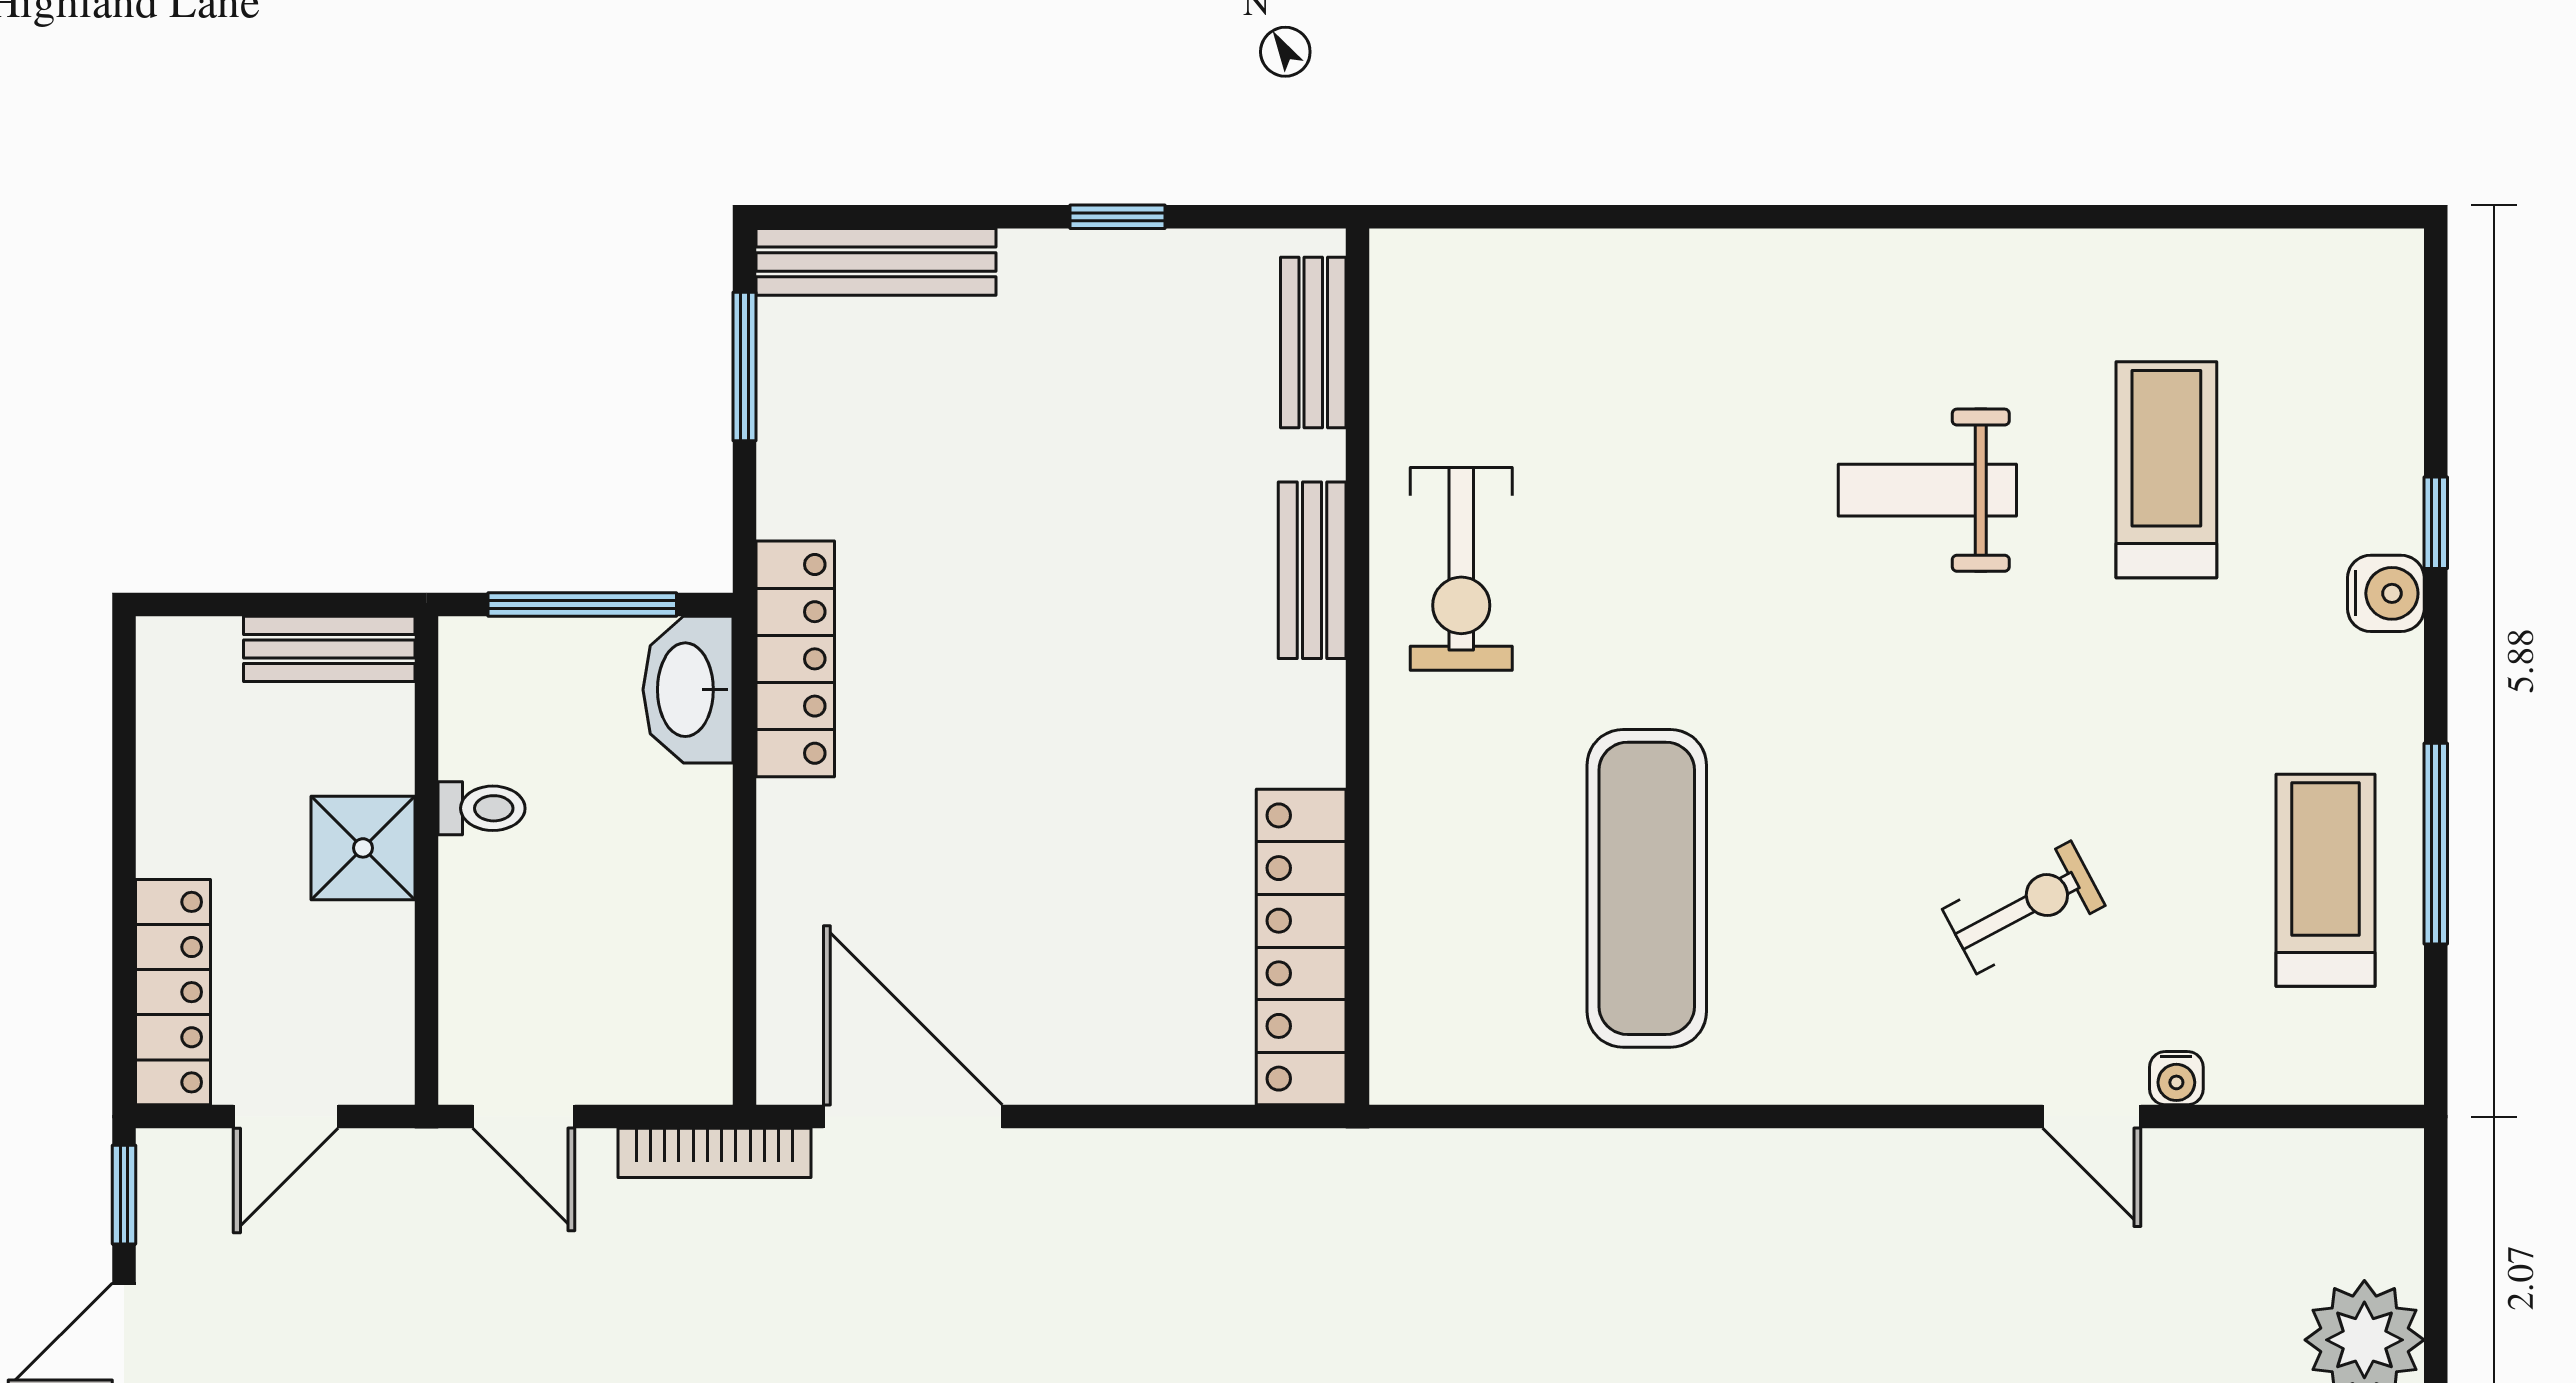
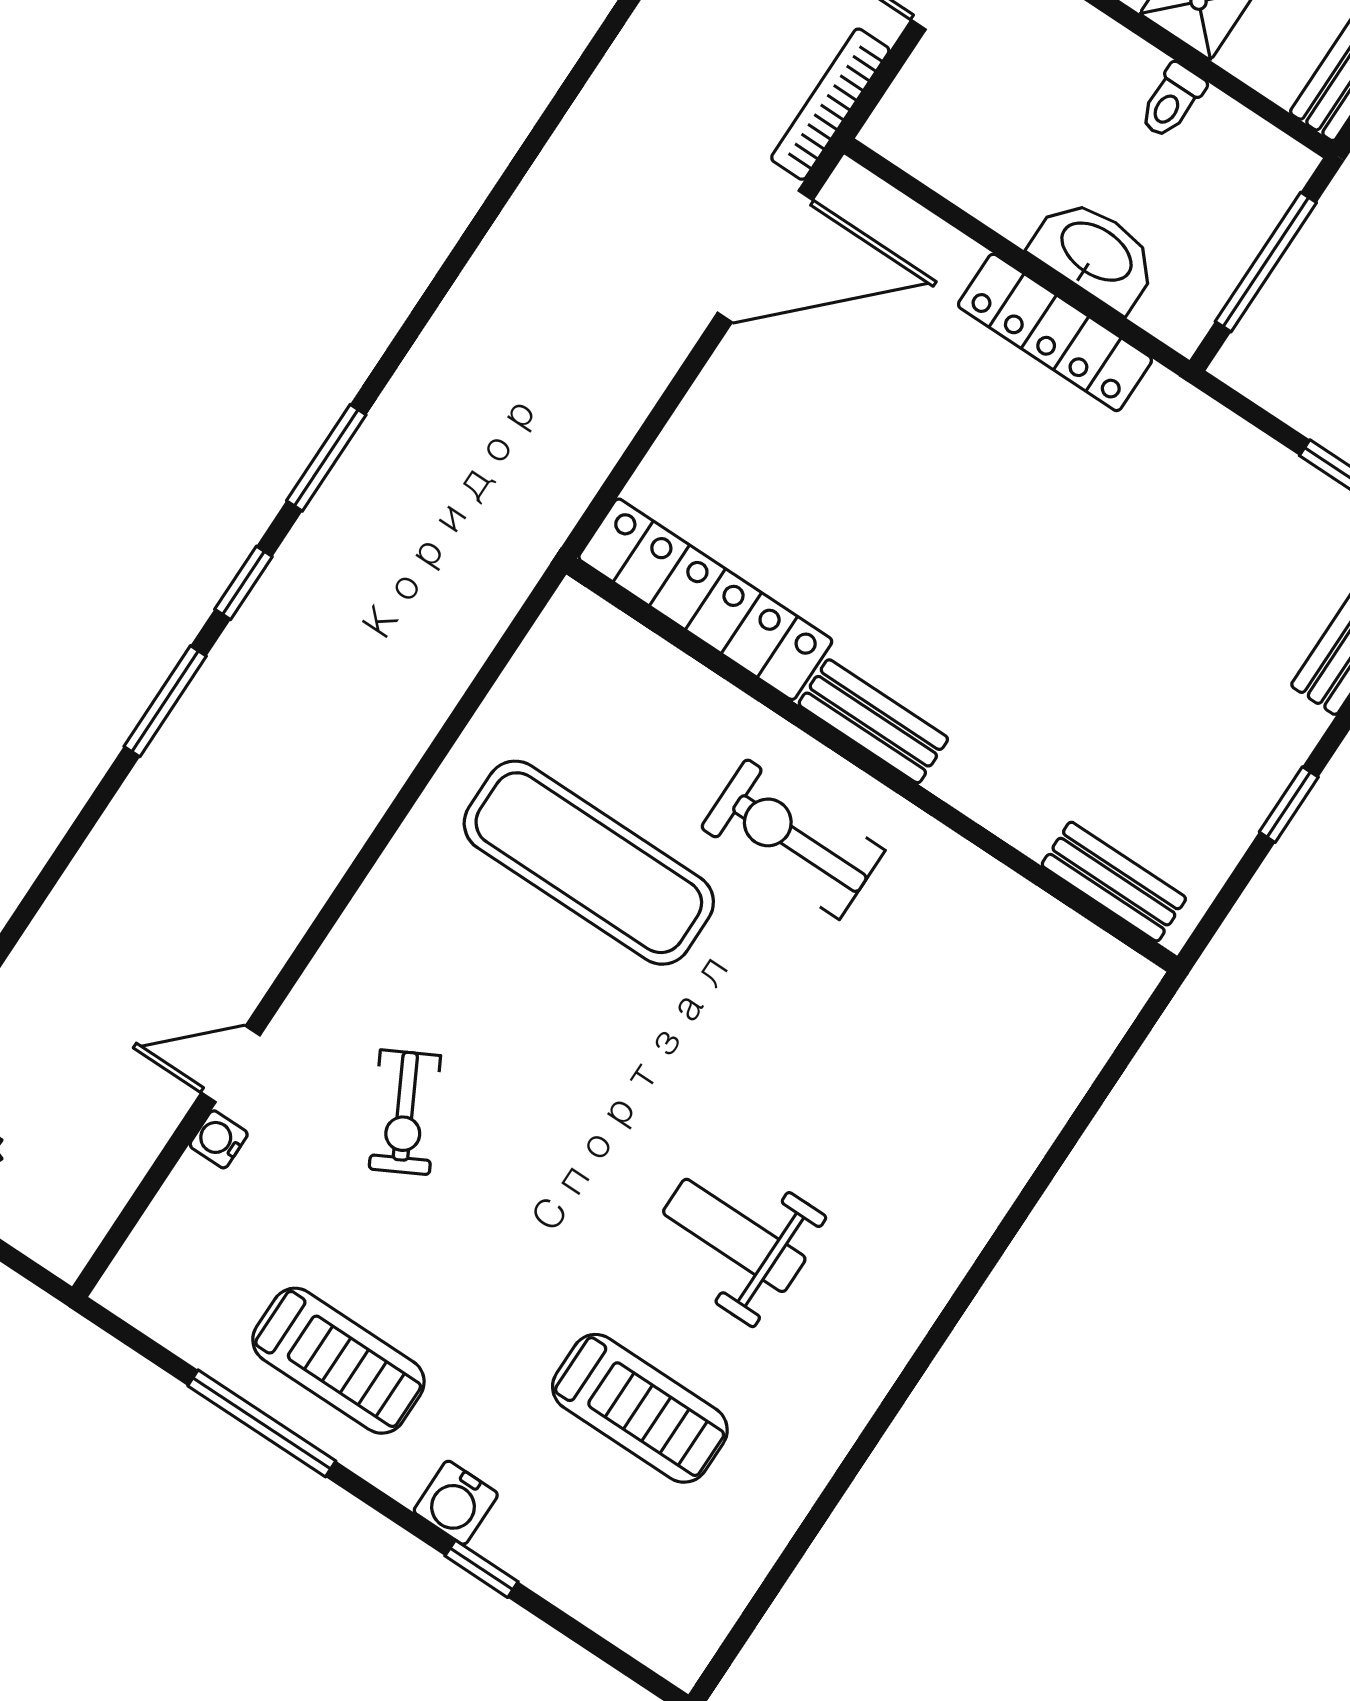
weight bench: (1927, 490) -> (734, 1235), turned -90
exercise bike: (1461, 569) -> (793, 839), moved
bench: (1312, 570) -> (873, 721), moved
locker: (795, 659) -> (1055, 332), moved
washbasin: (688, 690) -> (1095, 253), moved
treadmill: (2325, 880) -> (338, 1361), moved

